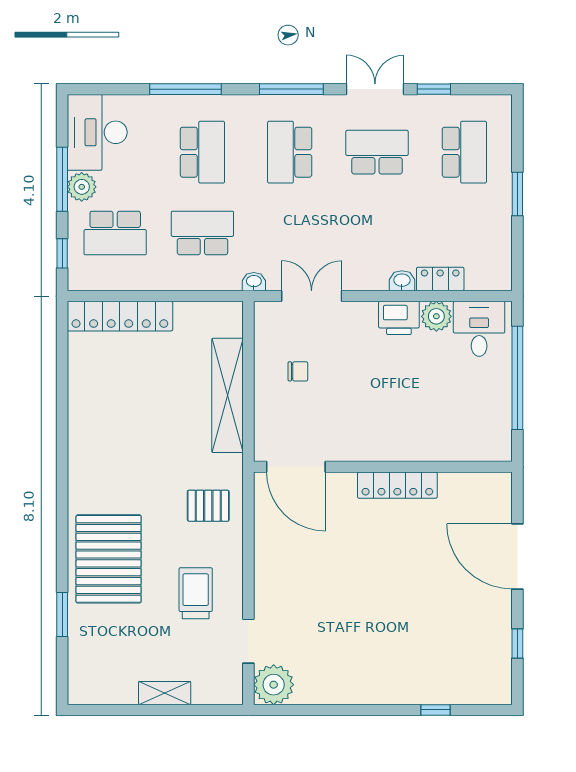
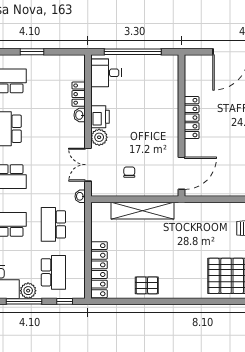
plant: (436, 316) -> (99, 137), moved
pallet: (208, 506) -> (147, 285), moved, turned 90

